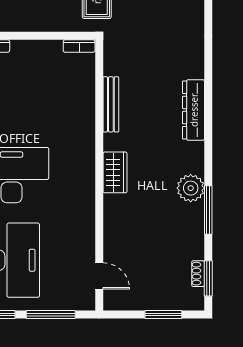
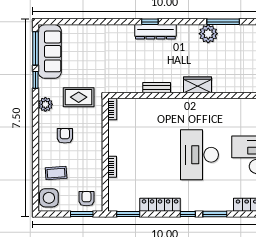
window: (208, 102) -> (150, 22), added
bench: (111, 104) -> (157, 88), width x0.73

